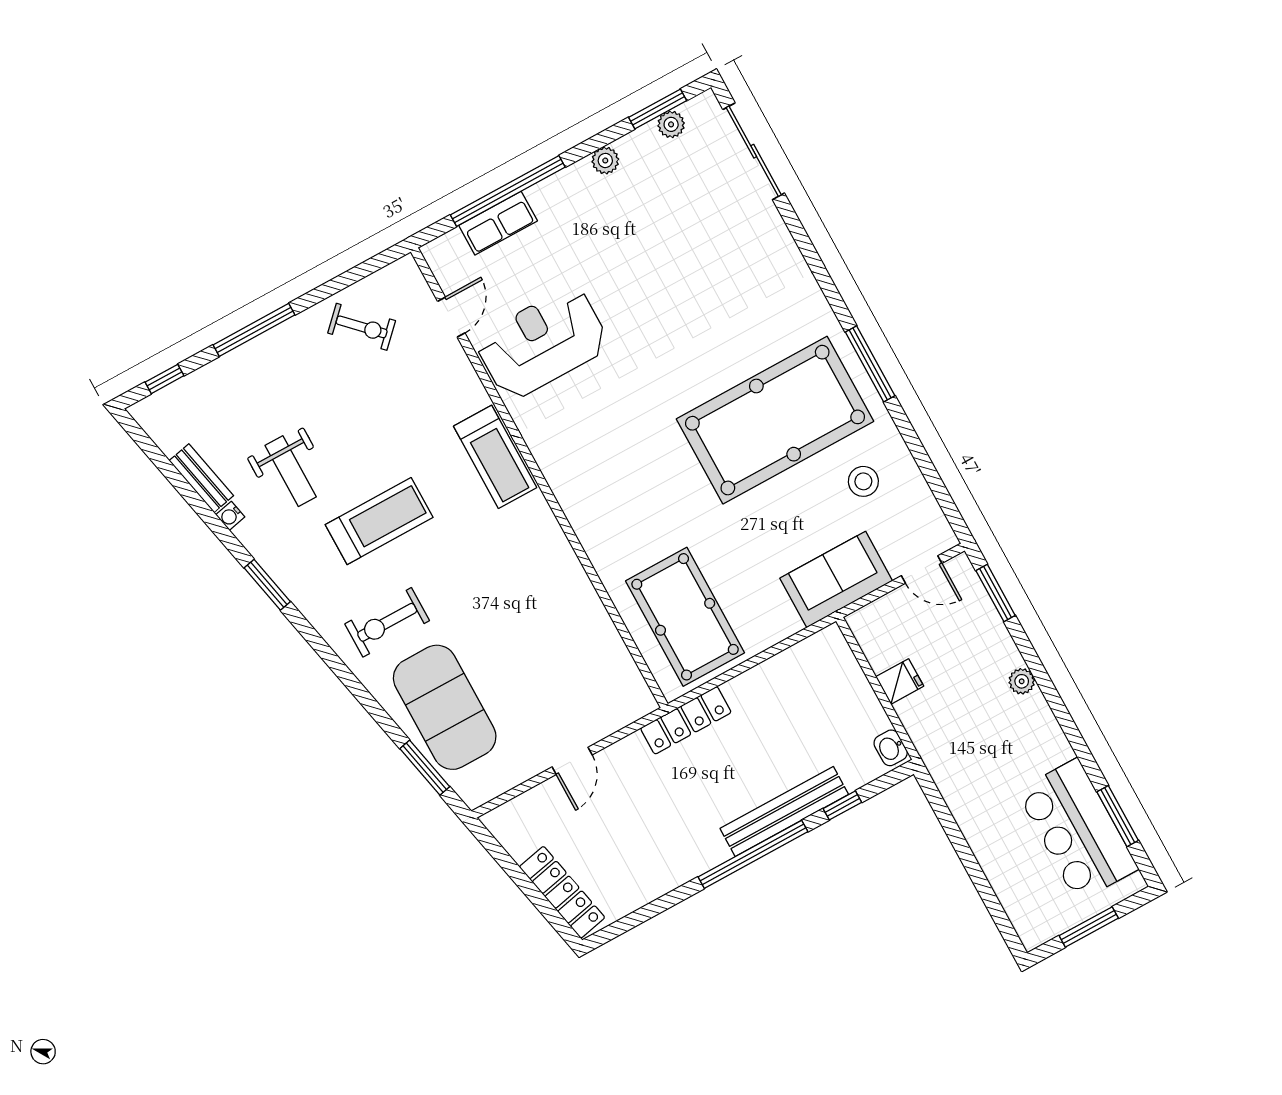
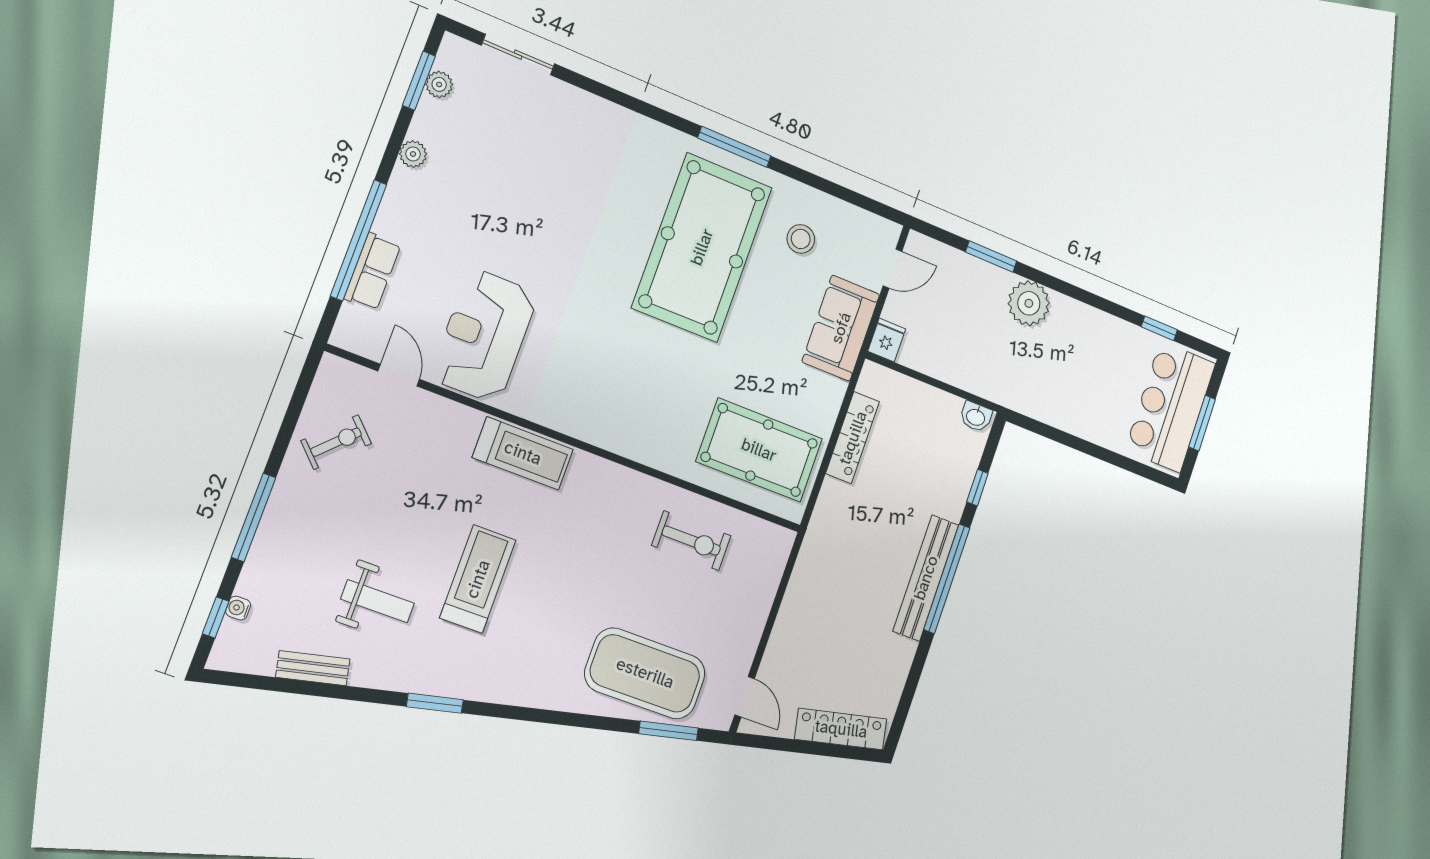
sliding door: (754, 151) -> (518, 55), width x0.73
water cooler: (230, 516) -> (238, 608), moved, turned 102
window: (996, 593) -> (991, 257), moved
exercise bike: (387, 622) -> (691, 541), moved, turned -90
fridge: (900, 681) -> (887, 340), moved
plant: (1022, 681) -> (1029, 303), width x1.88, depth x1.88
locker: (686, 720) -> (853, 438), moved
door: (572, 761) -> (745, 697), moved
bench: (784, 811) -> (926, 578), moved
window: (1118, 816) -> (1159, 328), width x0.67
bar counter: (1077, 830) -> (1170, 407), moved, turned 90

